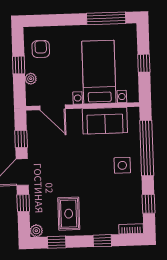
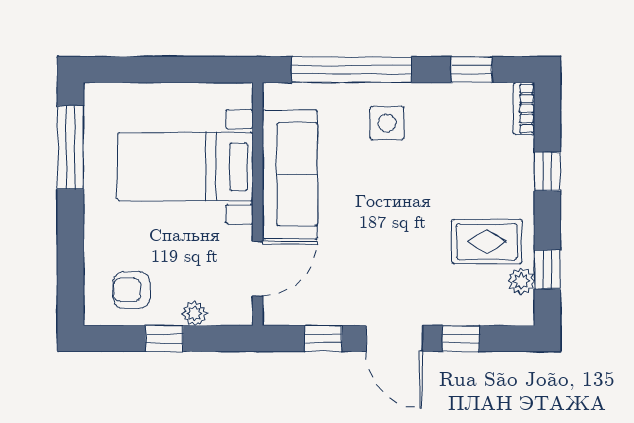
window: (144, 63) -> (169, 70), removed
sofa: (105, 121) -> (290, 174), width x1.36
plant: (36, 231) -> (521, 281), moved

